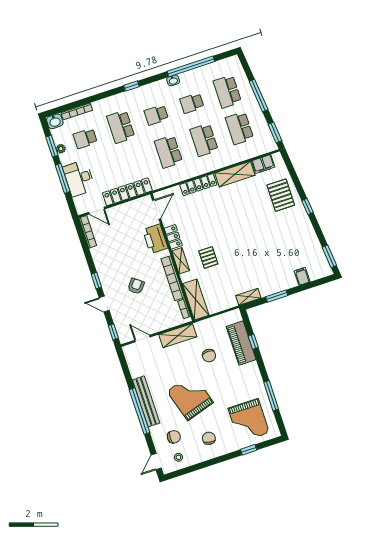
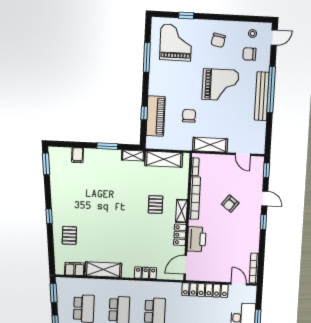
locker: (198, 185) -> (145, 273), width x0.66
pallet: (281, 195) -> (69, 235), width x0.67, depth x0.71
shelving: (196, 299) -> (164, 159), moved, turned 90
grand piano: (190, 397) -> (220, 85), turned -73

